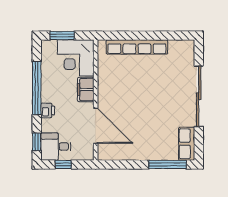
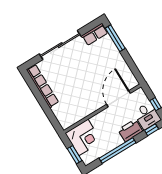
row of seats: (137, 47) -> (42, 86), moved
filing cabinet: (86, 90) -> (99, 119), removed
printer: (48, 110) -> (130, 130), width x1.87, depth x1.48

